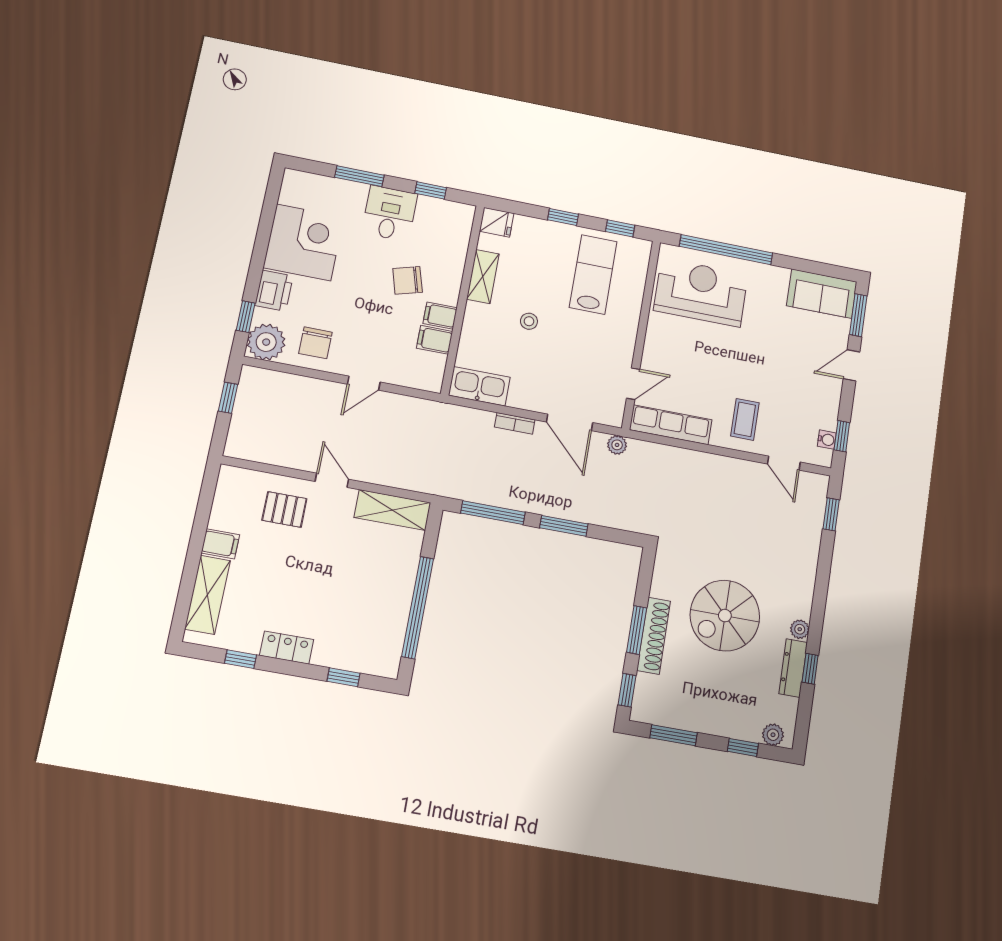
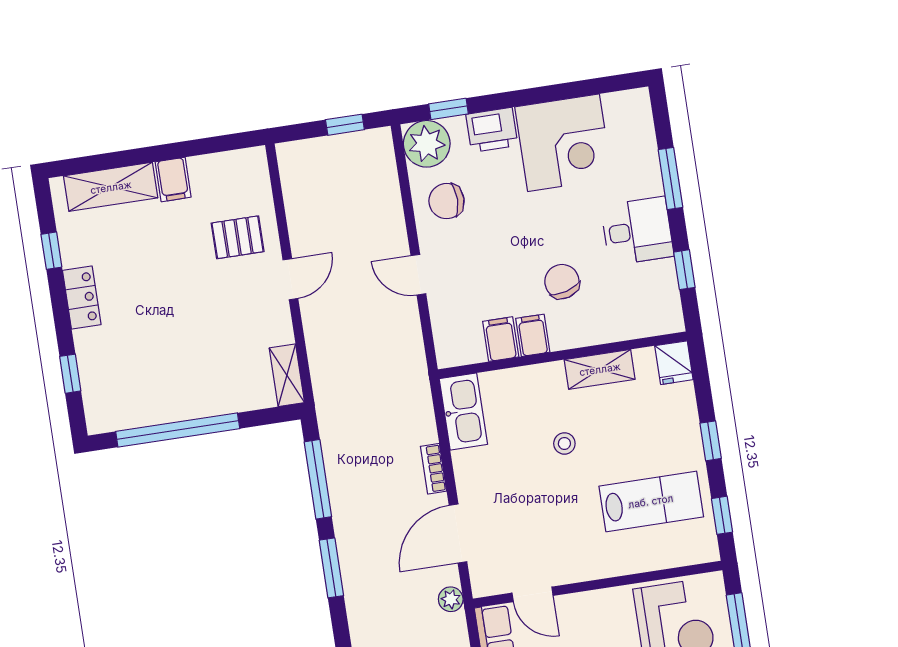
pallet: (284, 509) -> (238, 237), turned 90
shelving: (392, 510) -> (287, 375), width x0.67, depth x0.75

